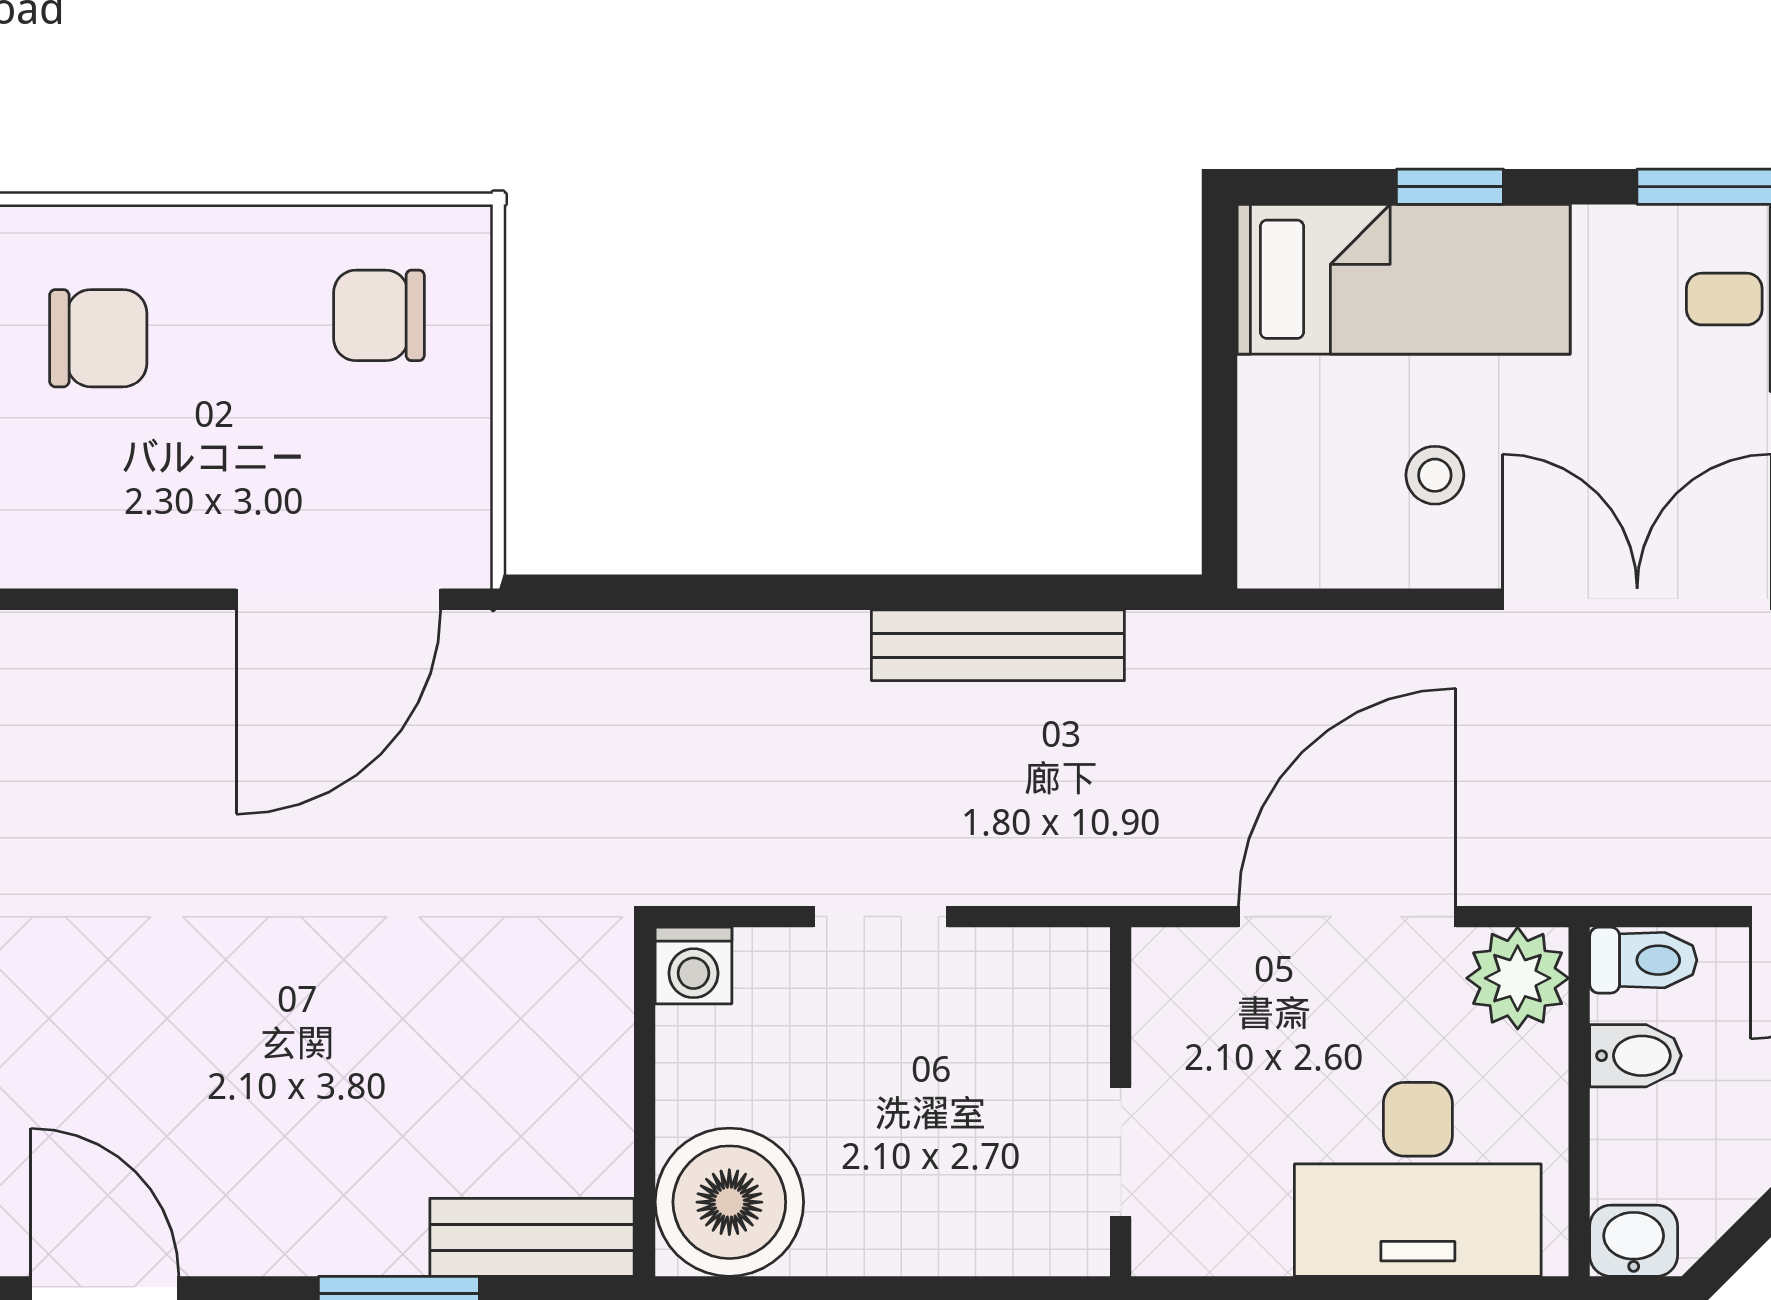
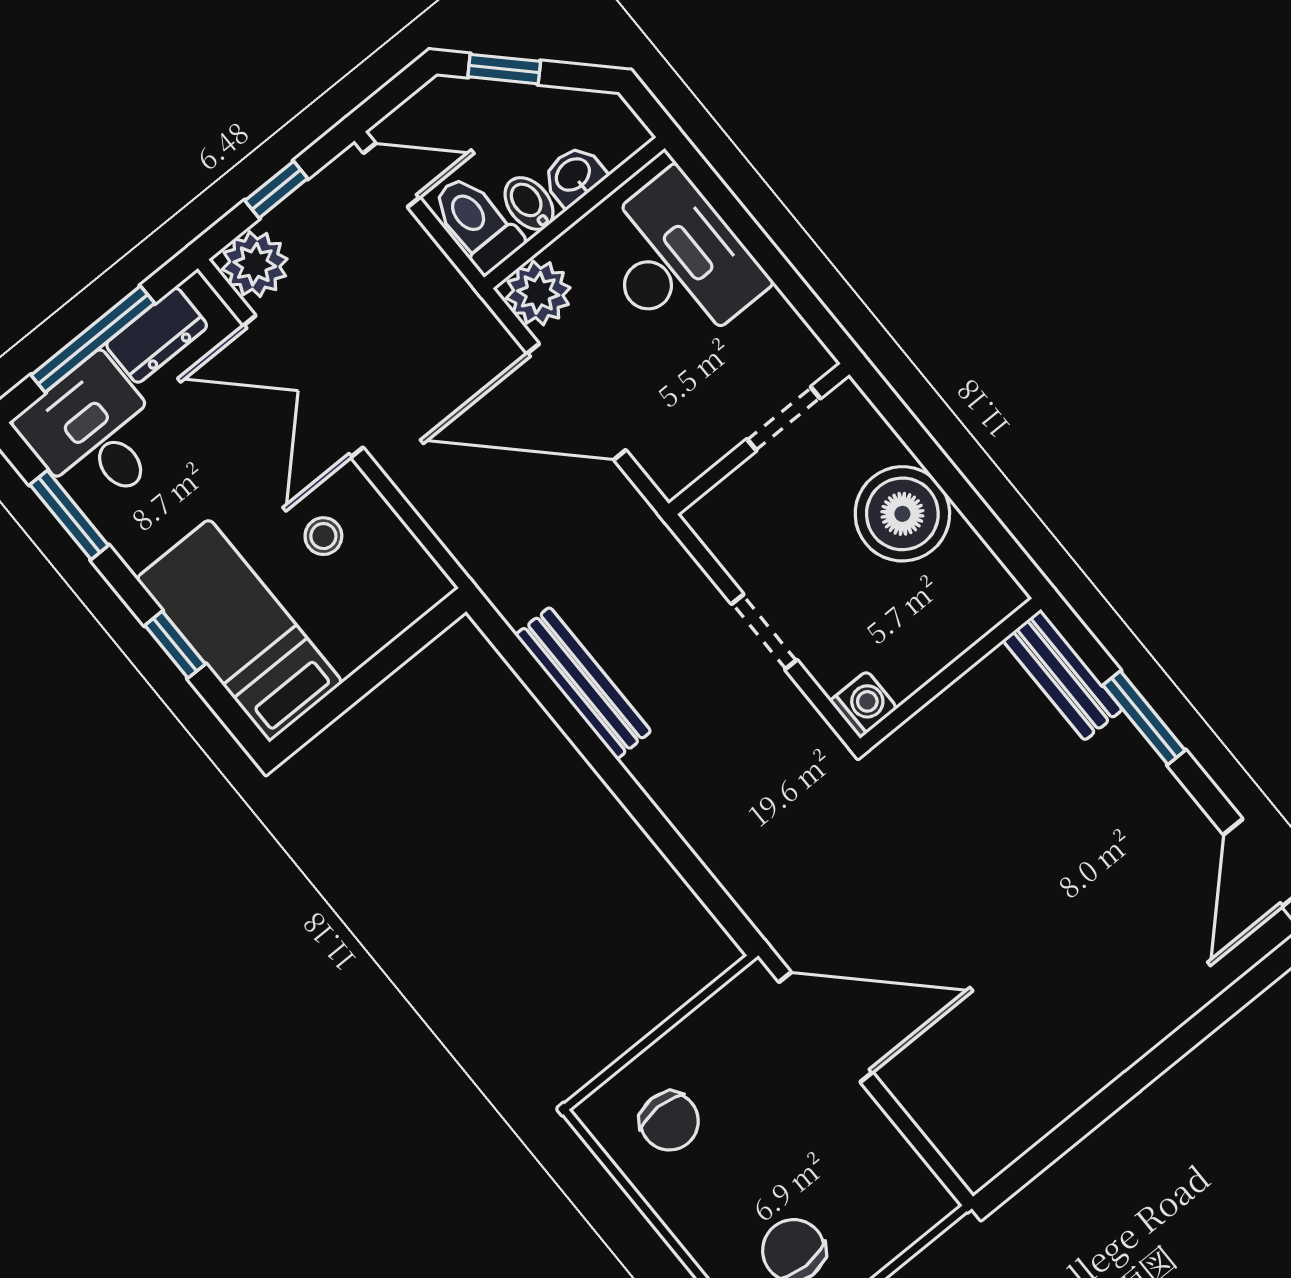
toilet: (1643, 960) -> (476, 223), width x1.37, depth x1.39
boiler: (729, 1202) -> (902, 514), moved
washbasin: (1634, 1241) -> (574, 176), moved, turned 90

